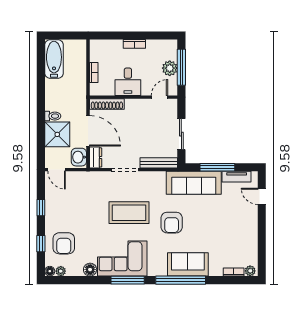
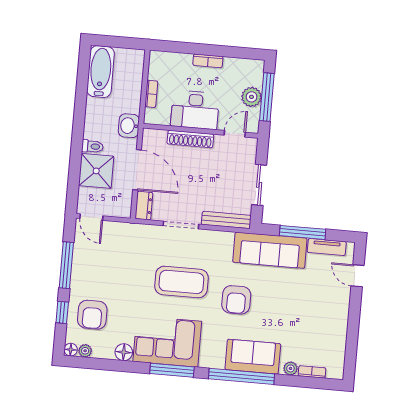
desk: (128, 82) -> (195, 110), width x1.37
shoe rack: (107, 104) -> (190, 139), moved
washbasin: (79, 157) -> (129, 126), moved
window: (41, 208) -> (66, 265), width x2.17
plant: (250, 271) -> (290, 368), moved

